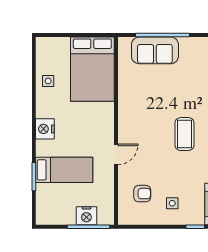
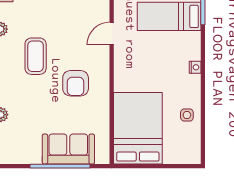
armchair: (148, 110) -> (76, 83), added
nightstand: (45, 129) -> (195, 67), width x0.53, depth x0.56

